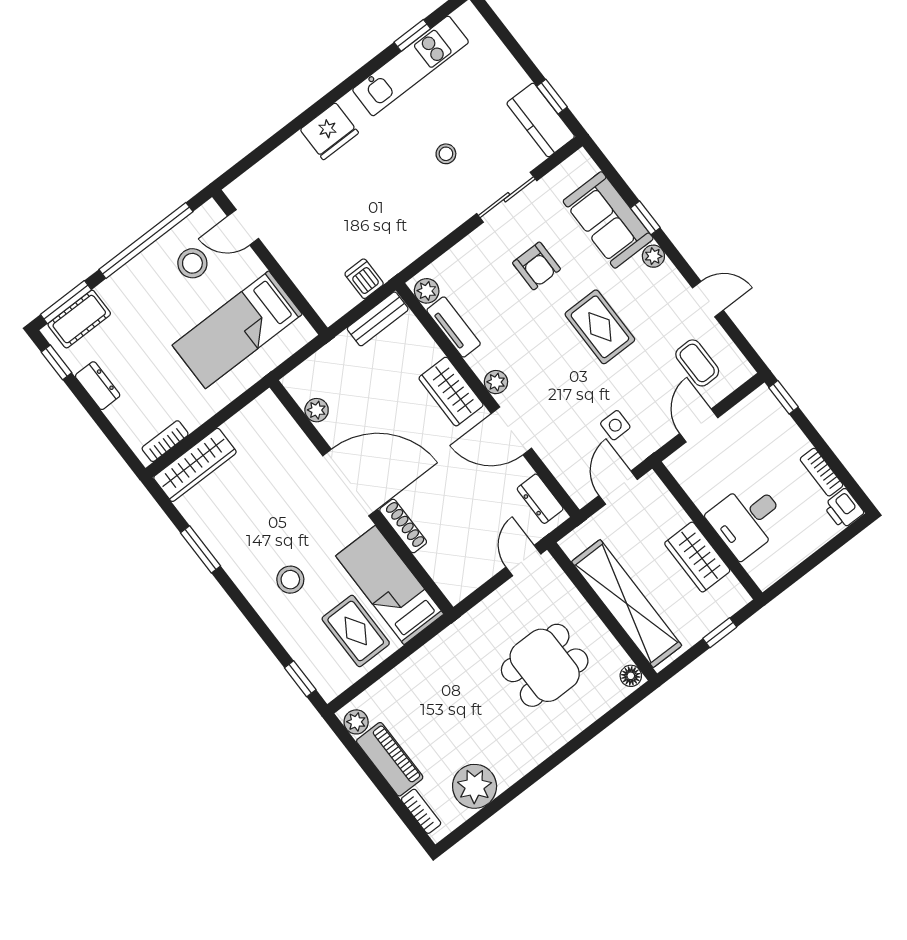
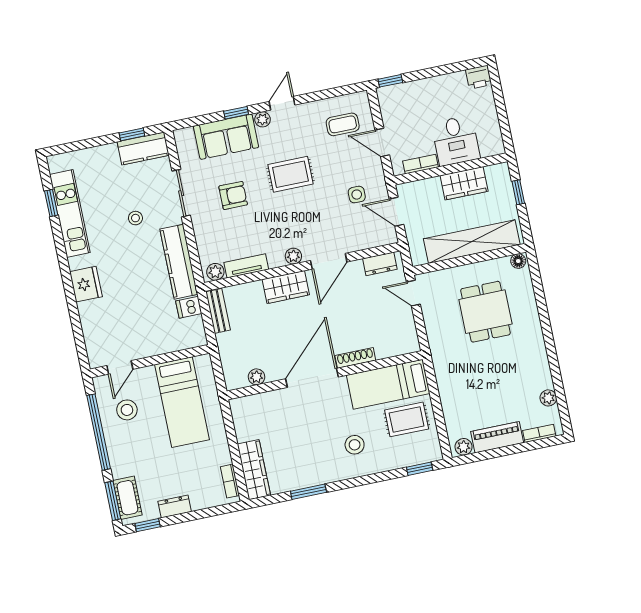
kitchen counter: (417, 237) -> (179, 262), added
door: (708, 299) -> (282, 103), moved
bookcase: (822, 472) -> (420, 164), moved, turned 180
plant: (475, 786) -> (548, 398), width x0.53, depth x0.53

